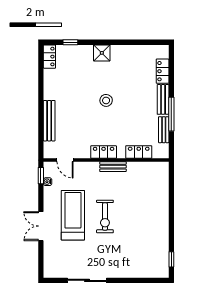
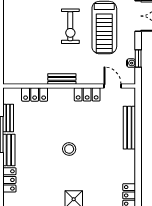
locker: (104, 152) -> (87, 94), moved
window: (41, 176) -> (138, 58), moved
exercise bike: (105, 216) -> (70, 26), turned 180

